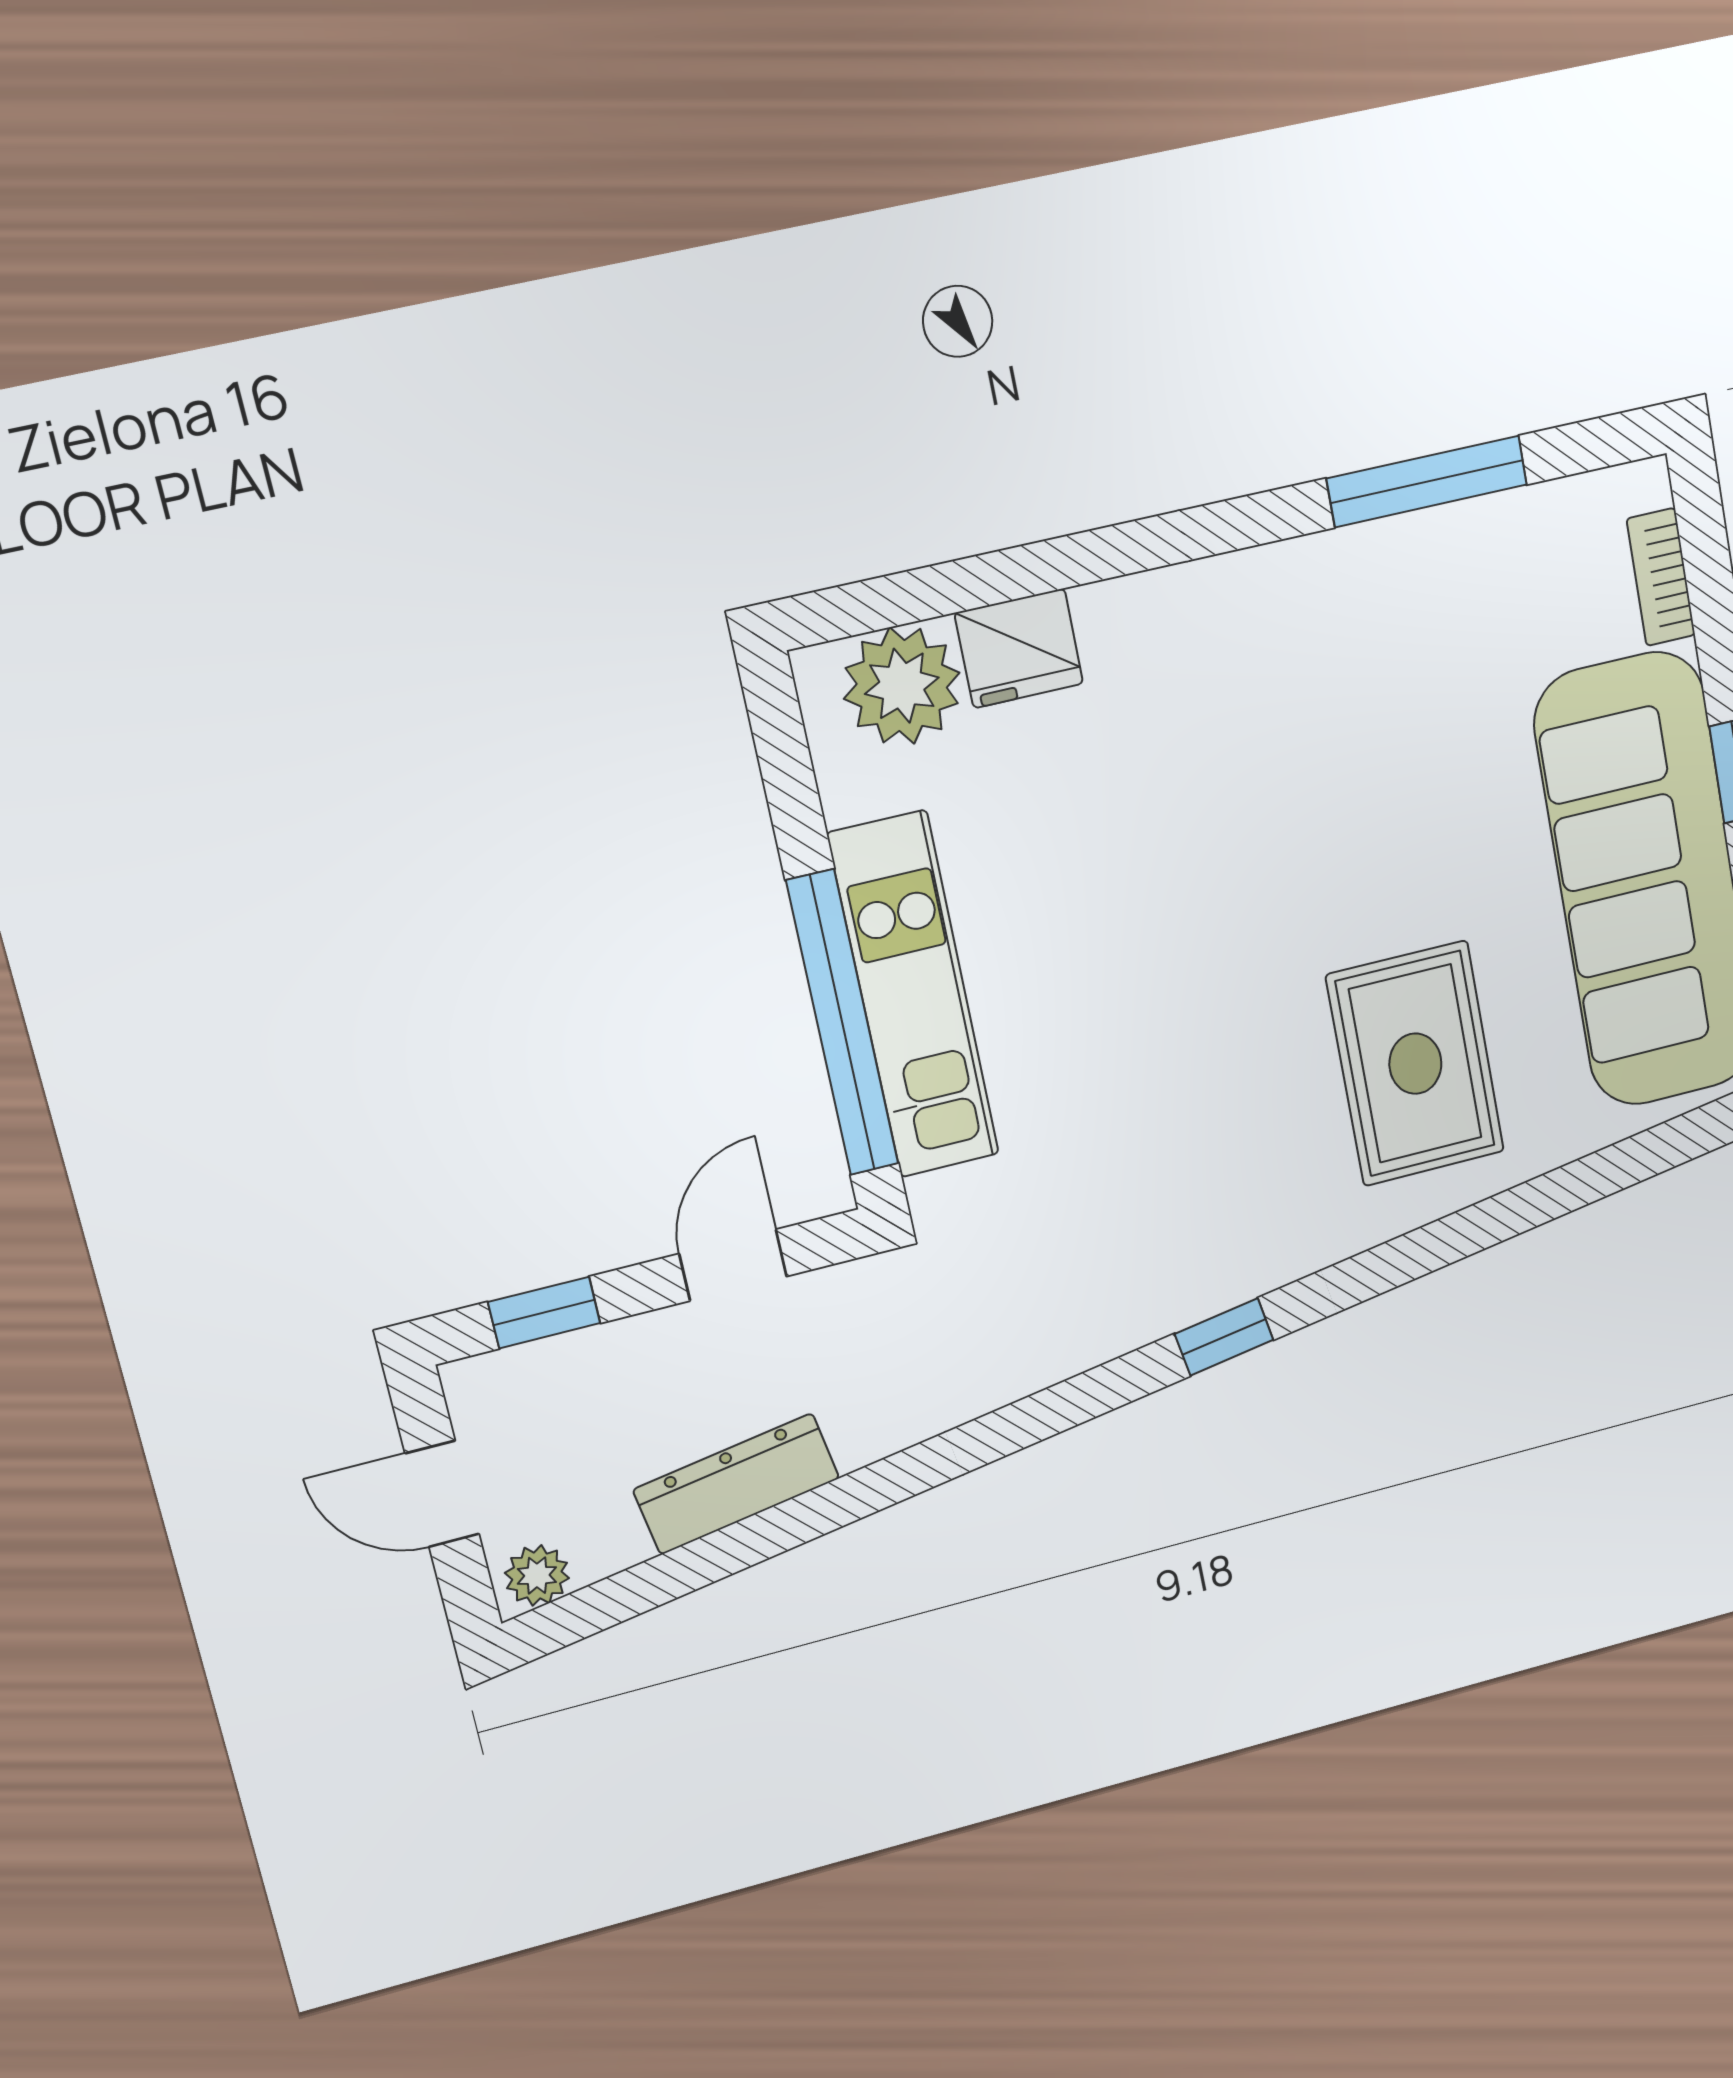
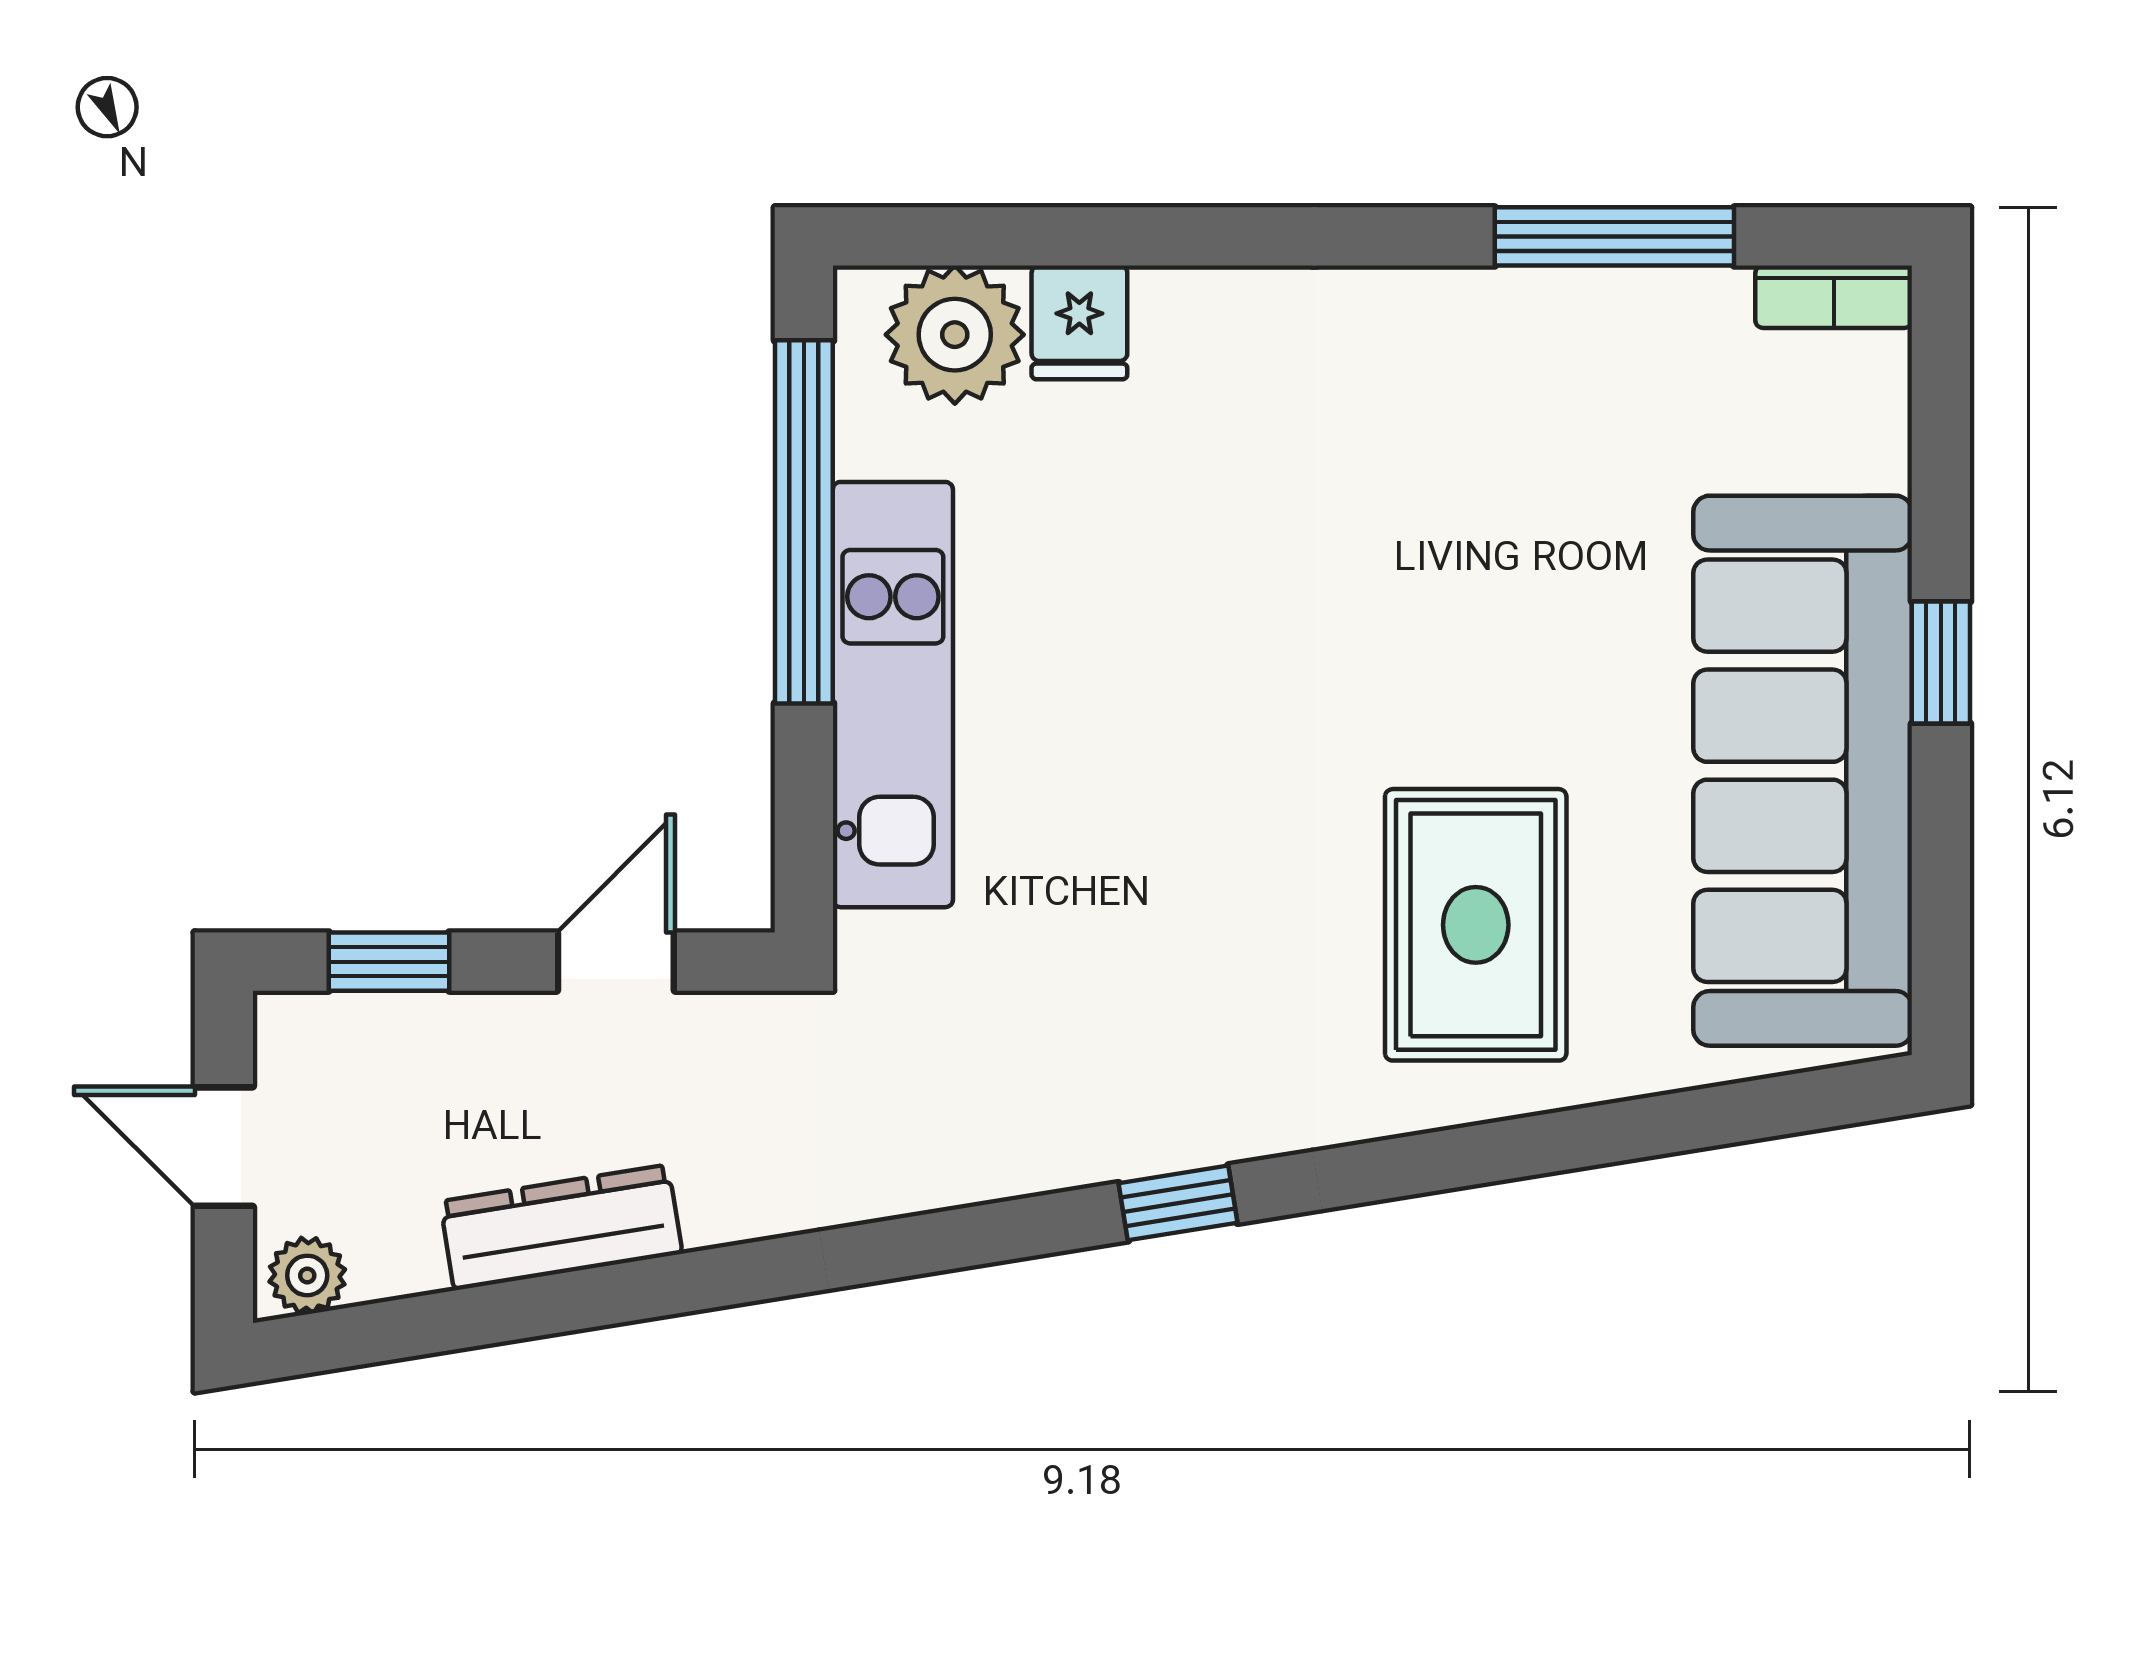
bookcase: (1661, 577) -> (1834, 297), moved, turned -90
fridge: (1019, 648) -> (1079, 322), width x0.72
window: (843, 1023) -> (804, 522), moved

